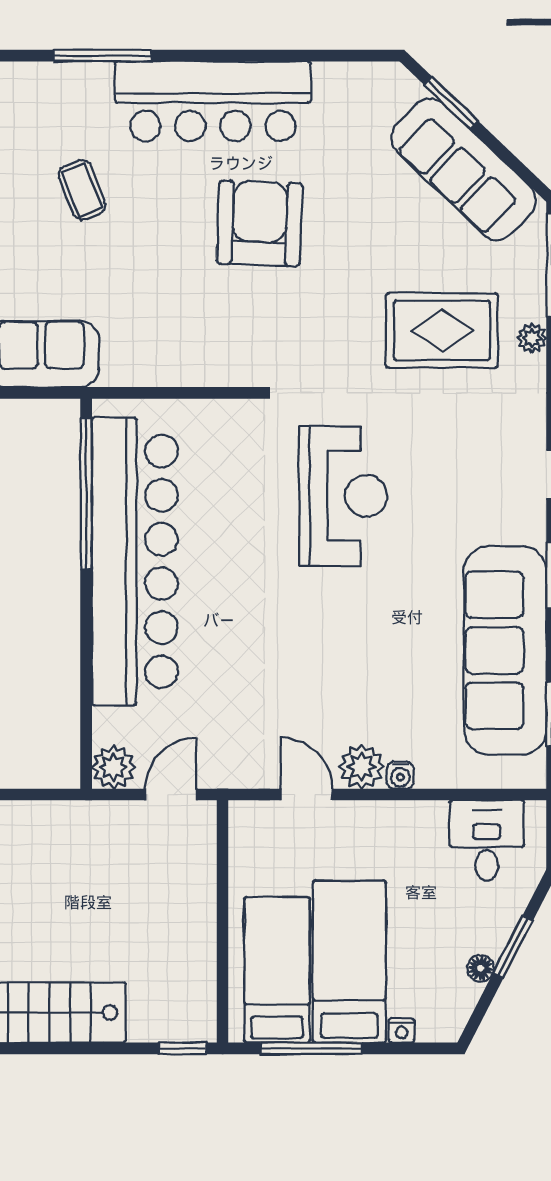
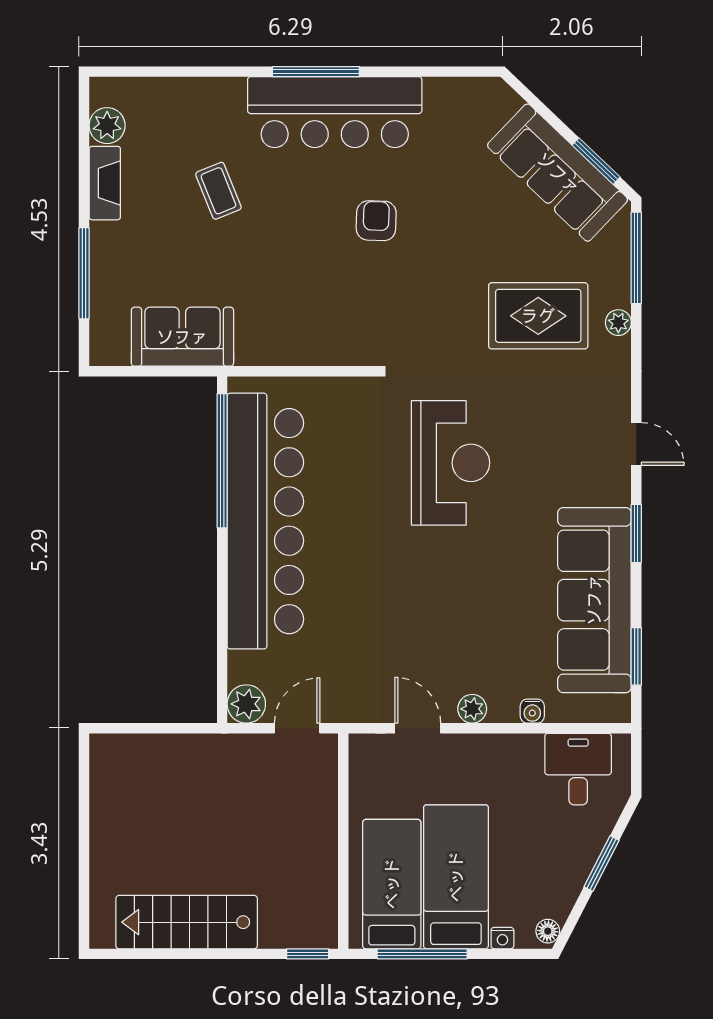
window: (102, 56) -> (316, 72), moved
window: (451, 103) -> (596, 161), moved
armchair: (260, 223) -> (376, 221), width x0.53, depth x0.53
plant: (361, 767) -> (472, 709), width x0.73, depth x0.73
water cooler: (400, 775) -> (532, 711), moved
floor lamp: (481, 968) -> (548, 931), moved

